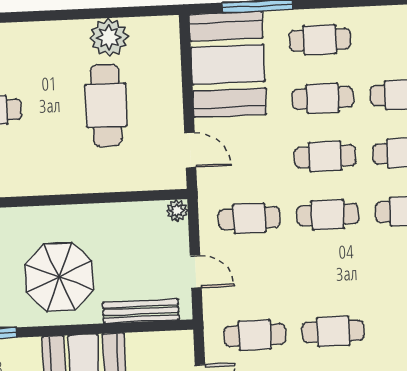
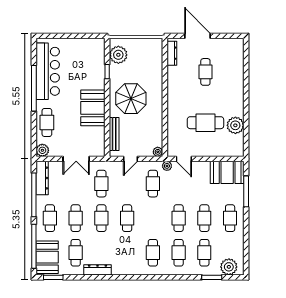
booth: (228, 64) -> (227, 172), width x0.73, depth x0.70
door: (190, 150) -> (184, 159), hinge flipped
plant: (208, 188) -> (167, 166), added
cafe table: (328, 215) -> (127, 218), moved

